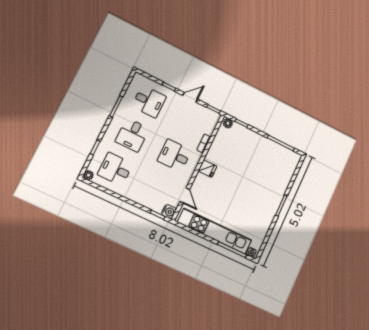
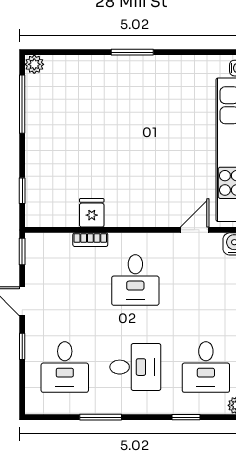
desk: (149, 101) -> (65, 367), turned 180
plant: (228, 123) -> (34, 64), moved
fridge: (208, 169) -> (92, 213), moved

